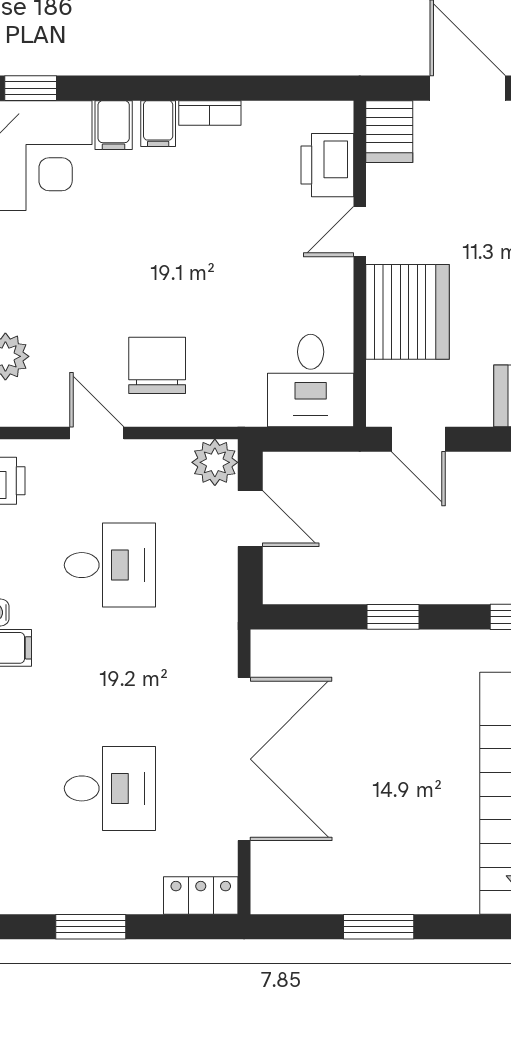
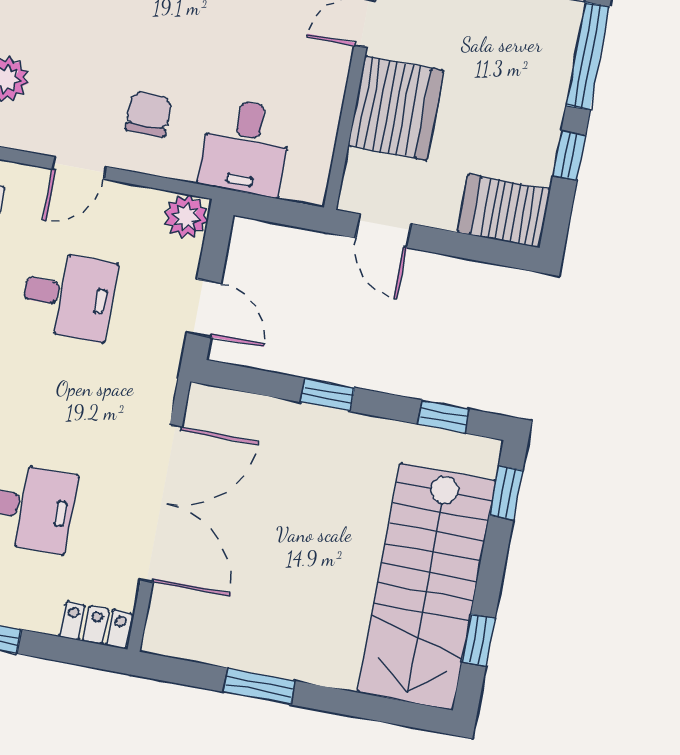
chair: (157, 365) -> (149, 114), width x0.73, depth x0.73
desk: (311, 381) -> (245, 147), moved
door: (97, 433) -> (79, 168), swing flipped
door: (250, 519) -> (204, 308), moved

